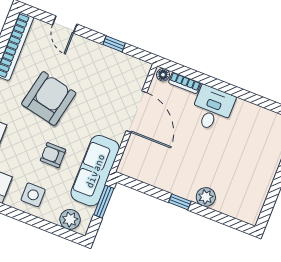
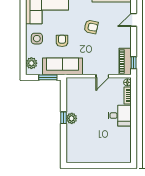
window: (114, 44) -> (134, 63), moved
piano: (127, 65) -> (125, 62), added
armchair: (49, 99) -> (91, 27), width x0.53, depth x0.53
door: (137, 112) -> (102, 76), width x0.53
plant: (206, 197) -> (72, 118), moved

